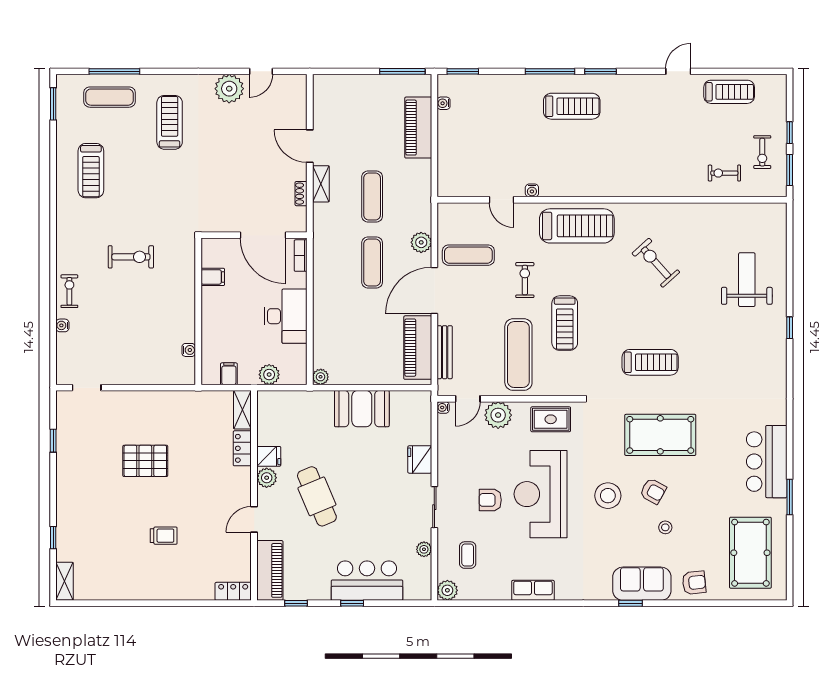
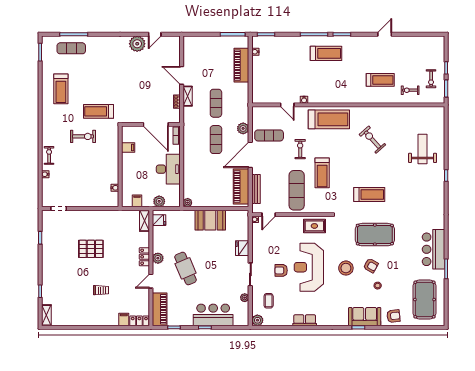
treadmill: (729, 92) -> (380, 80), moved
treadmill: (170, 122) -> (99, 111), moved, turned -90
plant: (498, 415) -> (285, 224), removed
locker: (242, 448) -> (144, 257), moved
fridge: (269, 456) -> (159, 220), moved
filing cabinet: (205, 589) -> (124, 319), added

